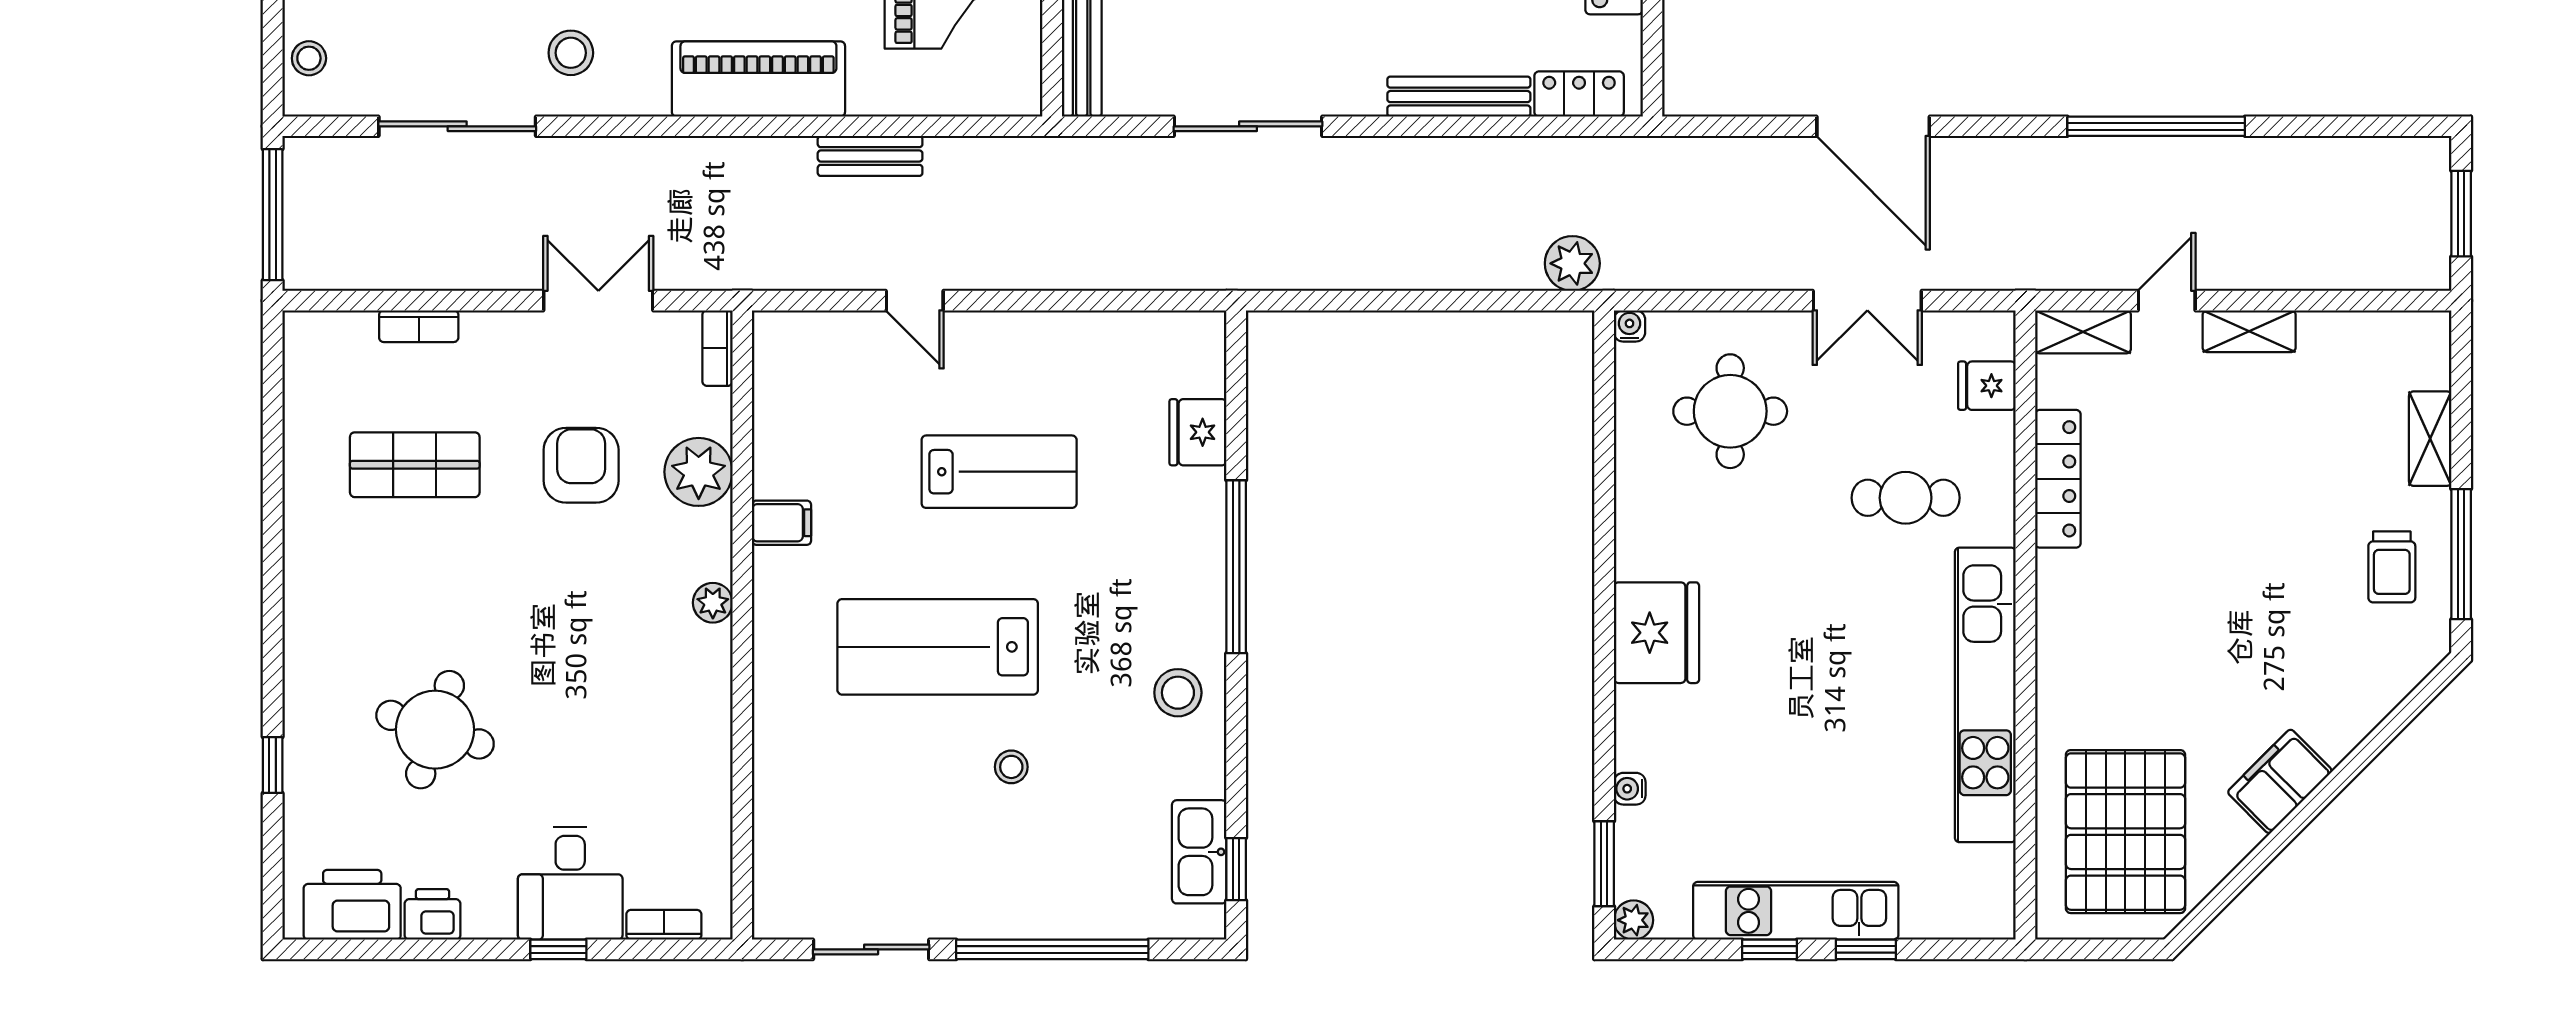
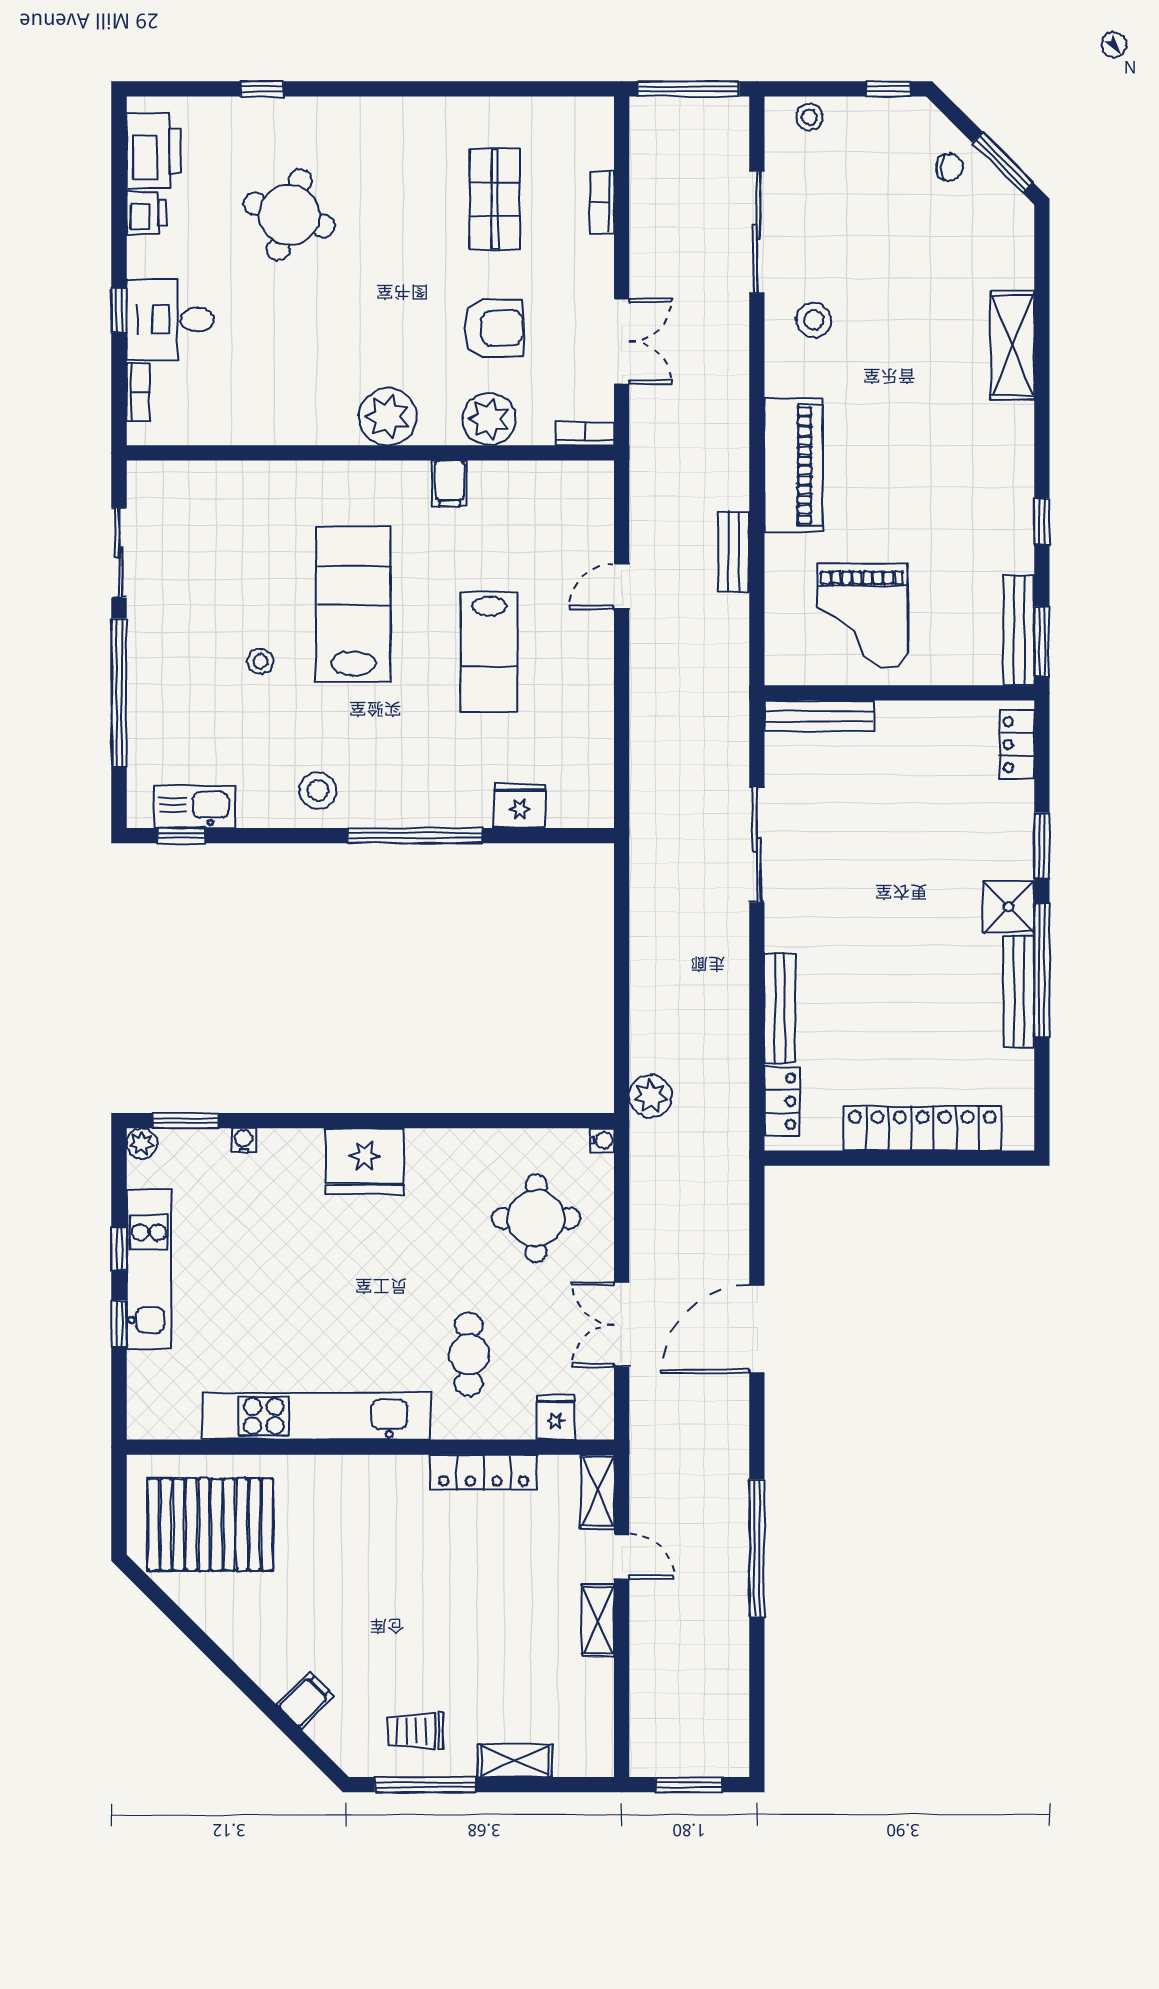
plant: (713, 603) -> (388, 417), width x1.87, depth x1.87
filing cabinet: (2280, 781) -> (305, 1700), moved, width x0.50

